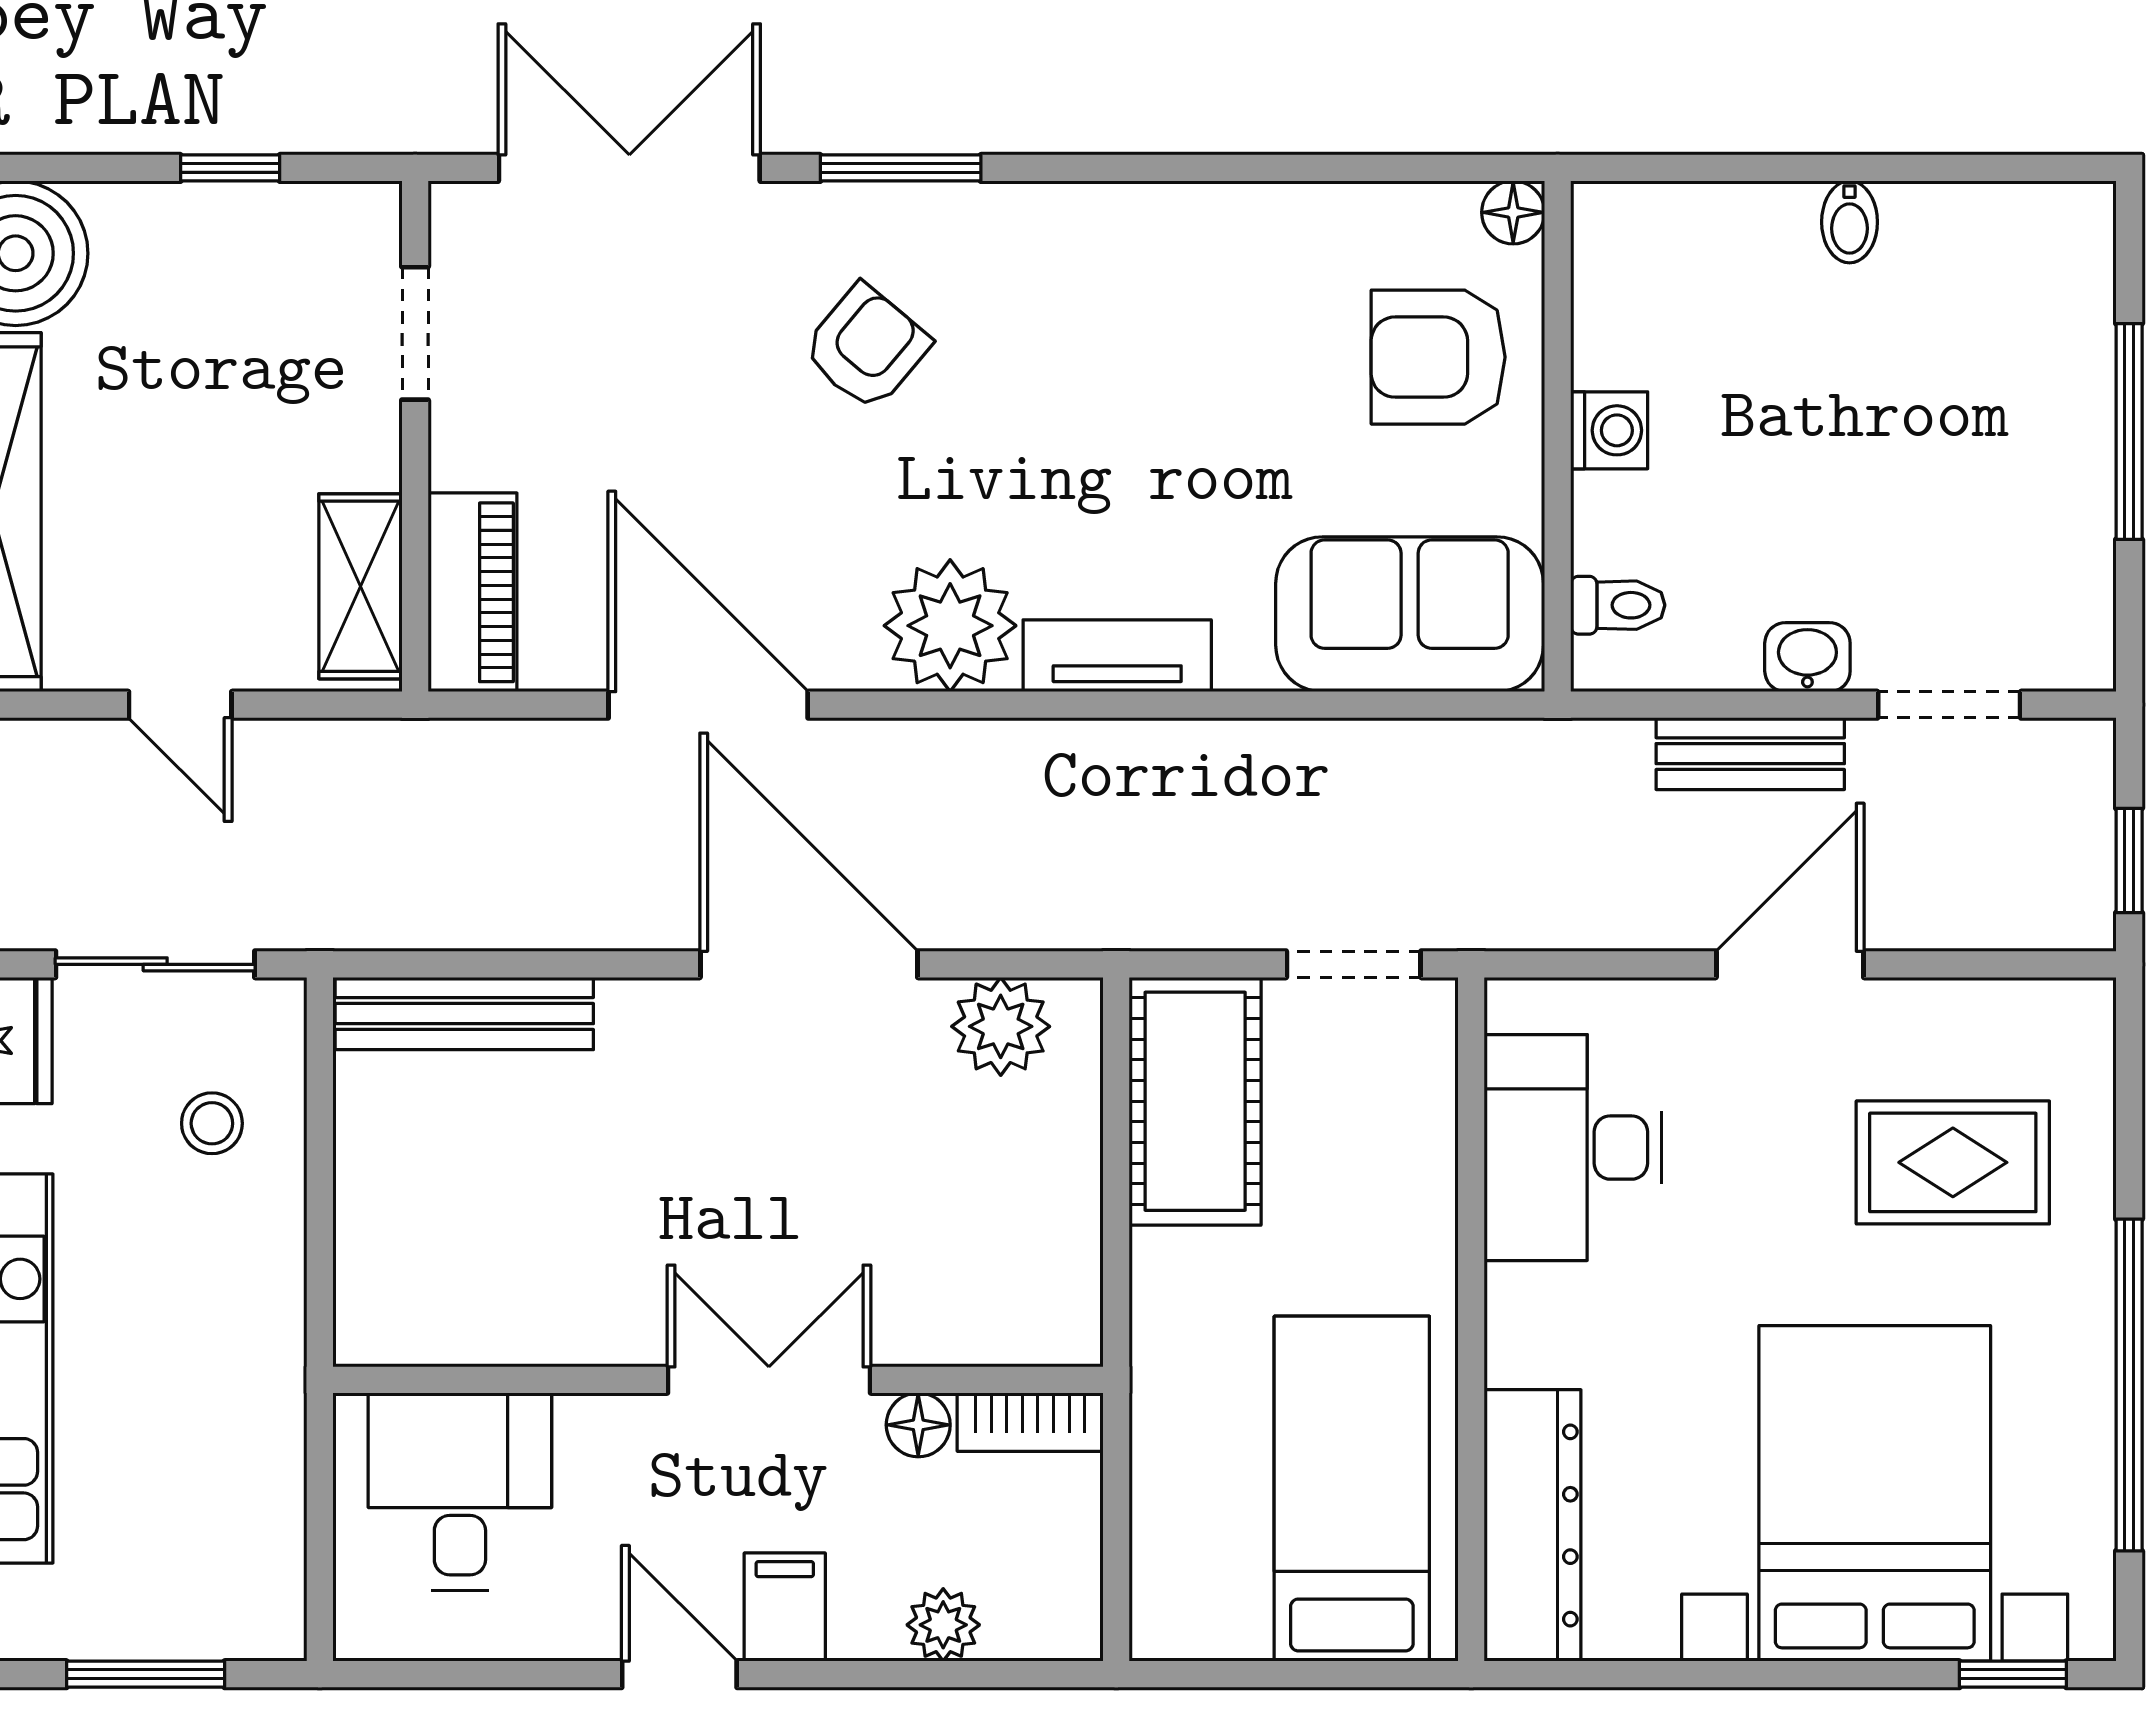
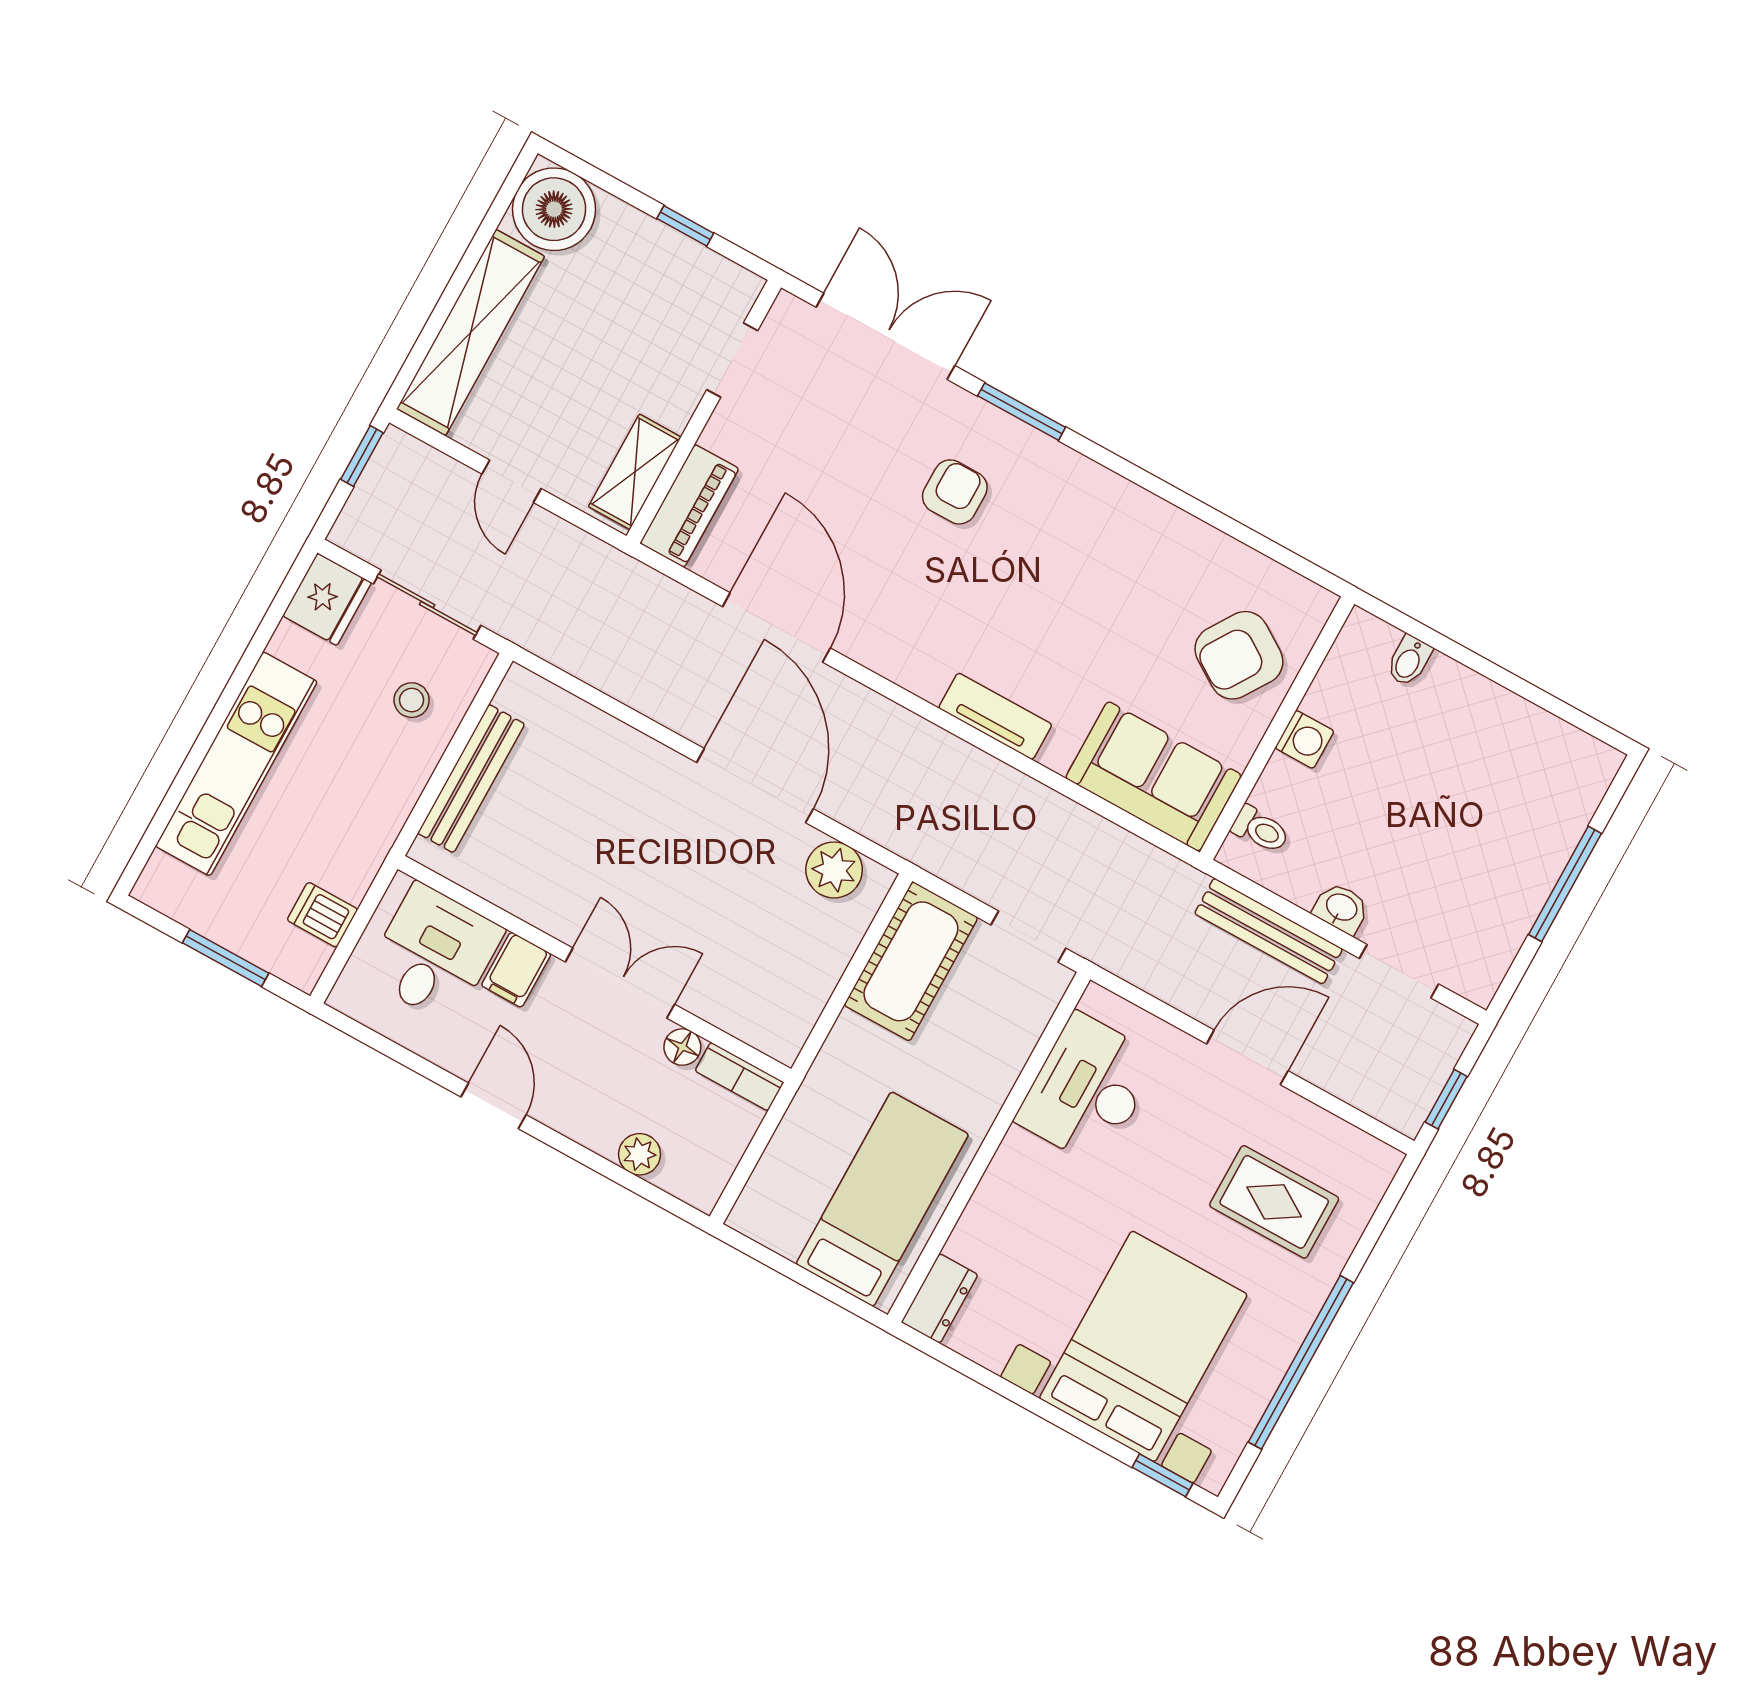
floor lamp: (1513, 212) -> (1317, 604), removed
bidet: (1850, 222) -> (1409, 661), moved
armchair: (866, 347) -> (955, 492), turned -40
armchair: (1438, 357) -> (1239, 655), turned -57
plant: (950, 626) -> (920, 655), removed
bench: (1750, 754) -> (1269, 931), width x1.36
bench: (464, 1014) -> (471, 778), moved, turned 90
dresser: (1533, 1525) -> (940, 1298), width x0.51, depth x0.80
dishwasher: (257, 1526) -> (322, 915), added
filing cabinet: (785, 1607) -> (516, 970), moved, turned 180

